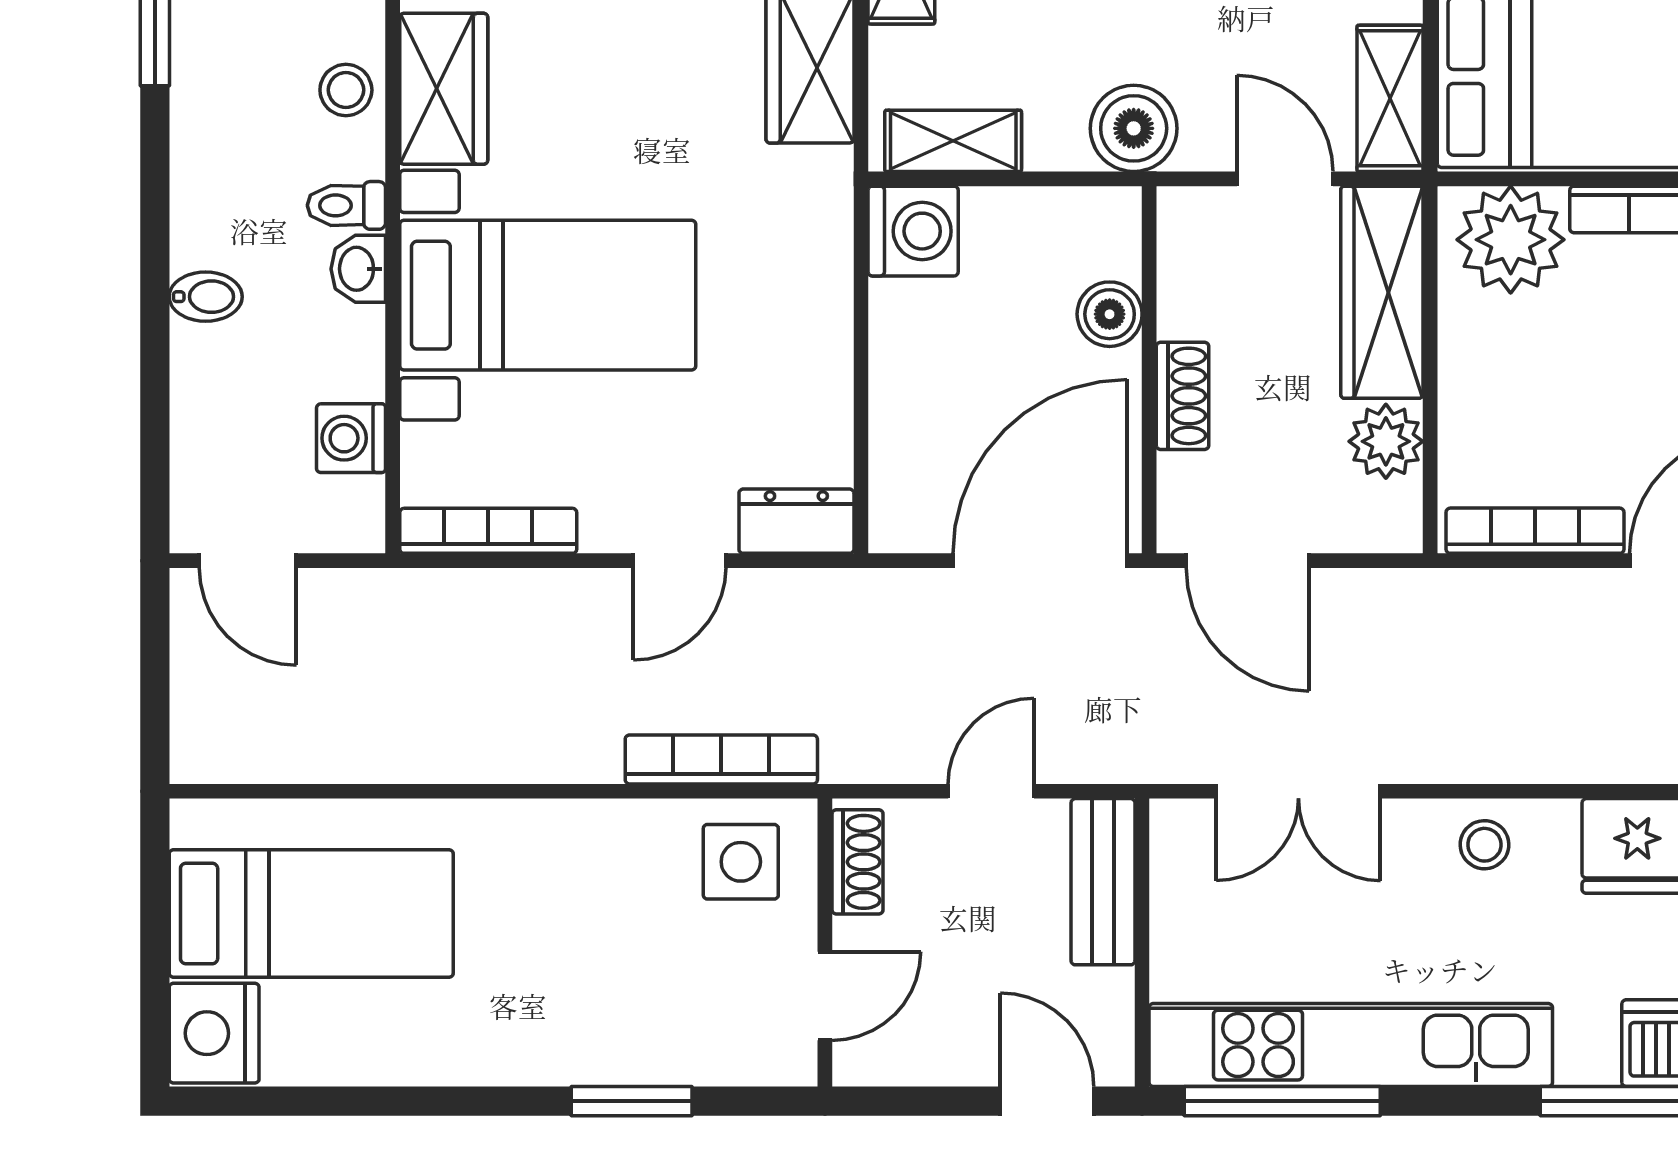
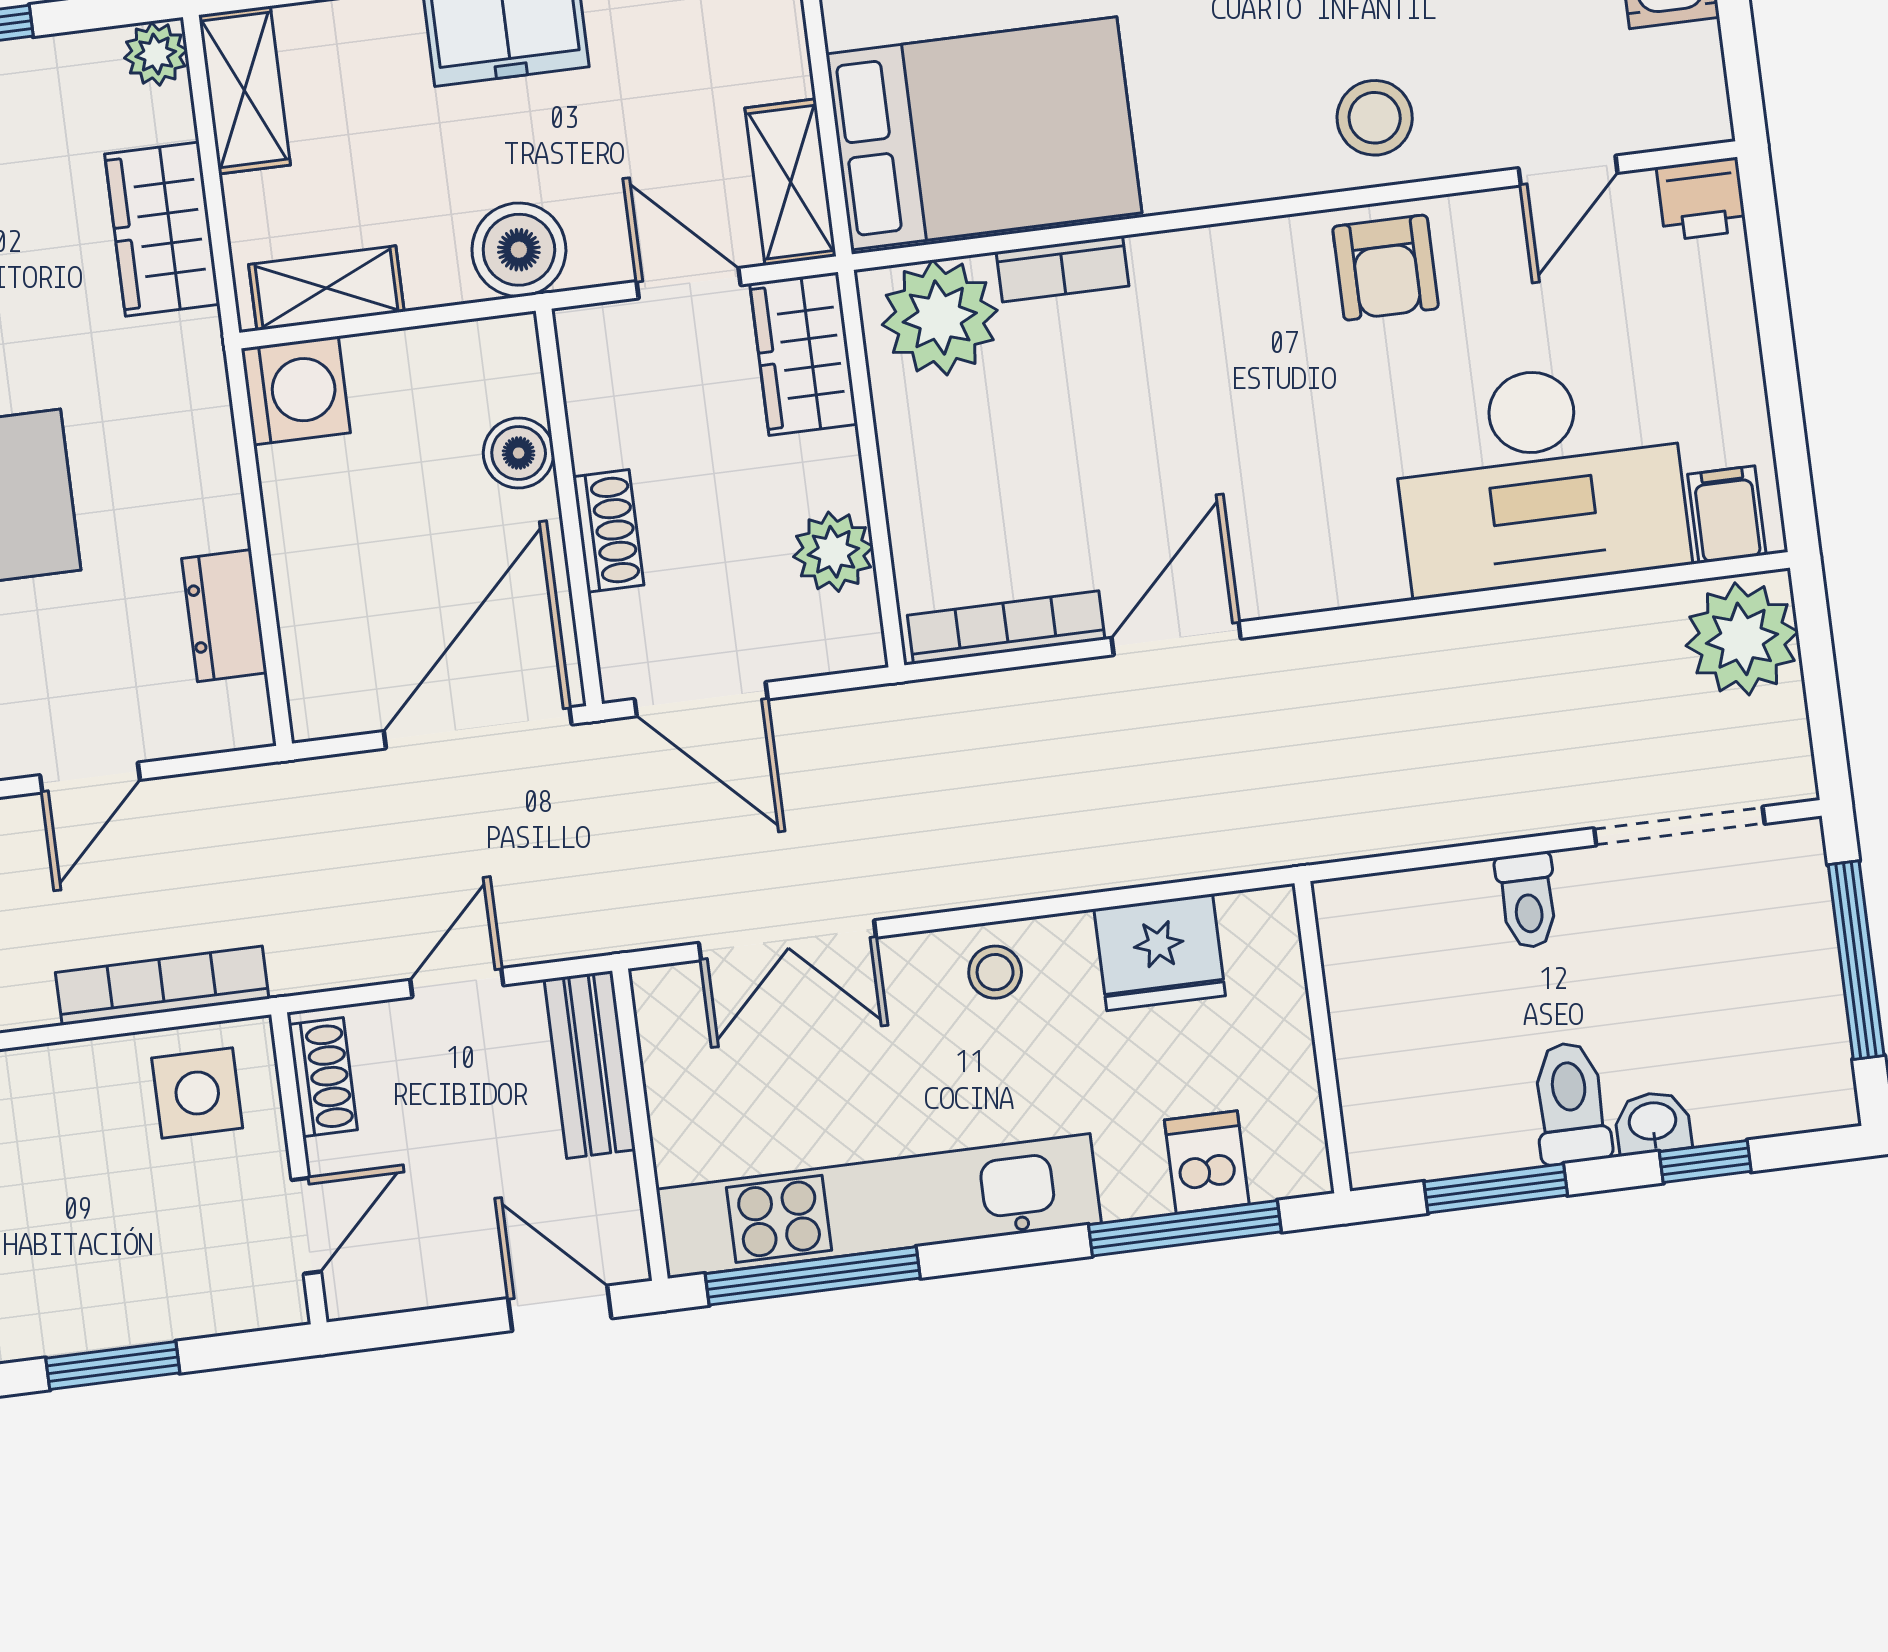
wardrobe: (1382, 292) -> (804, 354), width x0.67
dresser: (796, 521) -> (224, 616), moved, turned -90

